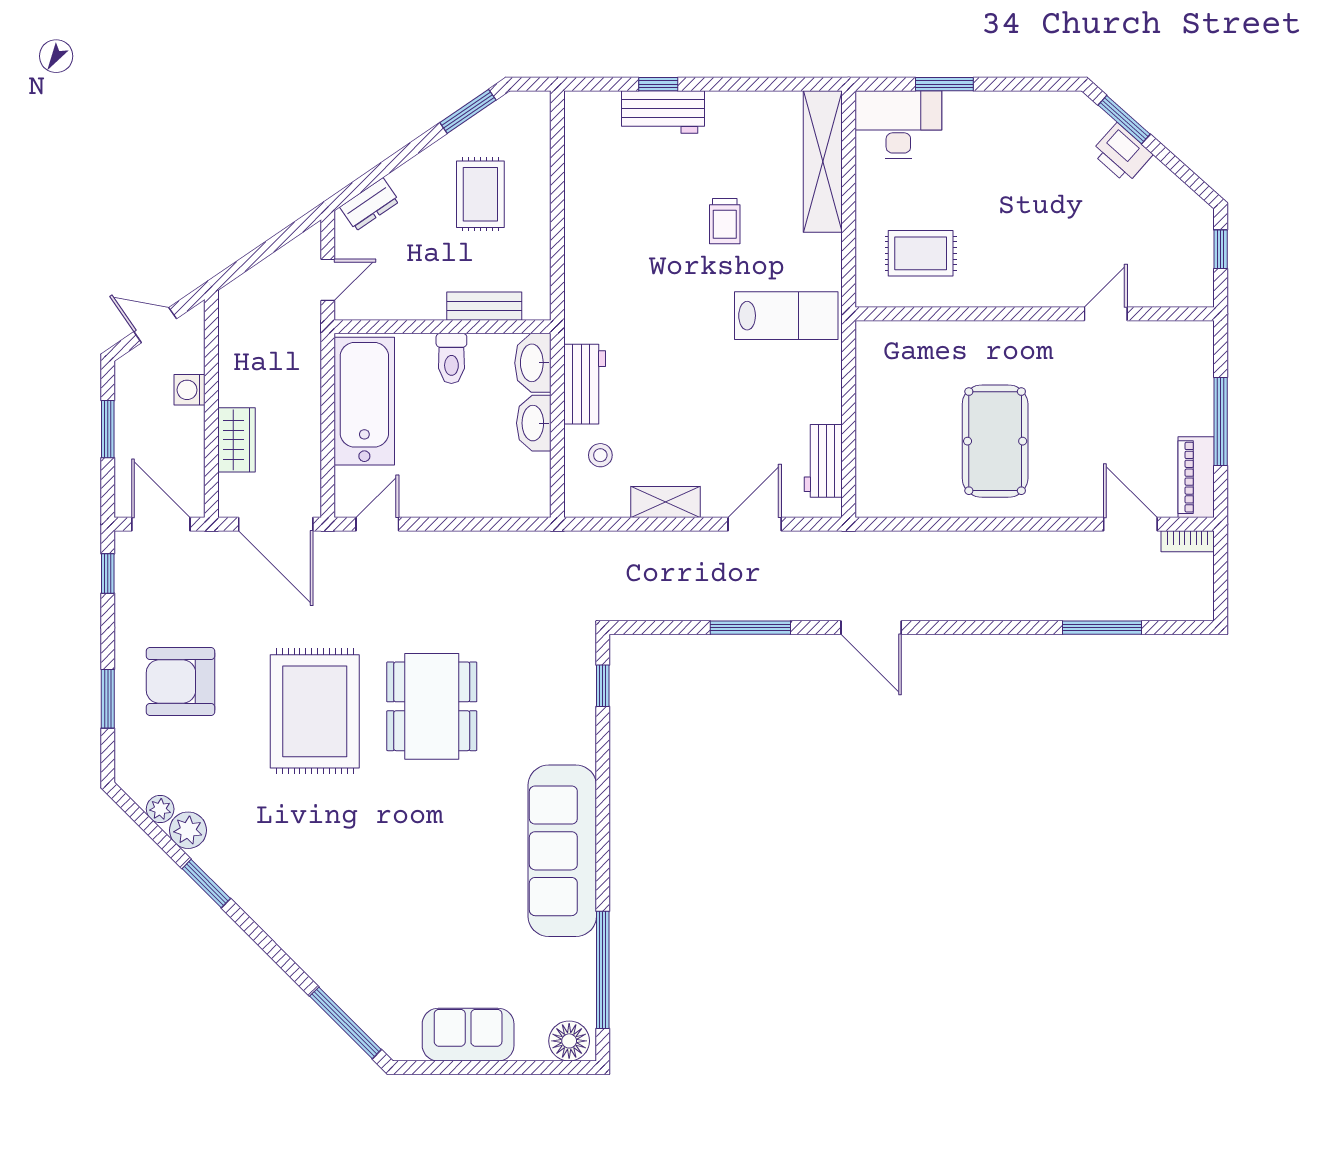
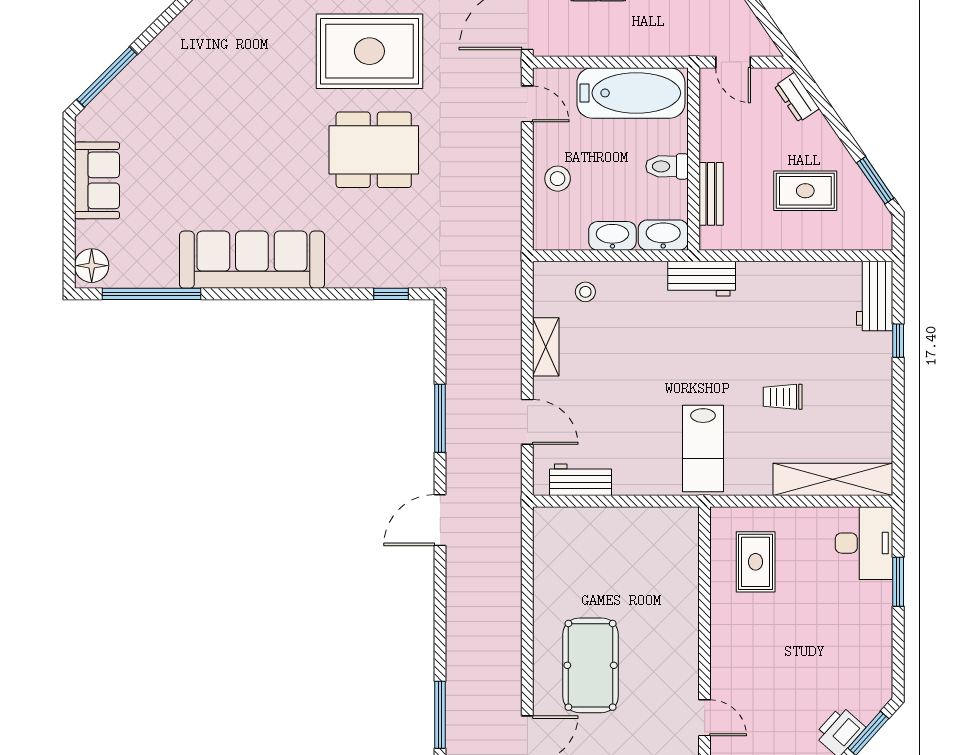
workbench: (663, 112) -> (875, 296), moved
workbench: (585, 384) -> (702, 279), moved
pool table: (995, 441) -> (591, 665), moved, turned 90
stool: (466, 488) -> (558, 179), added

